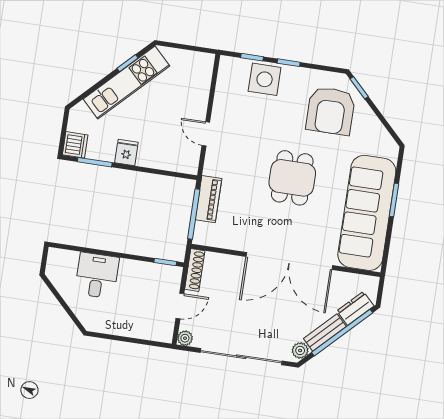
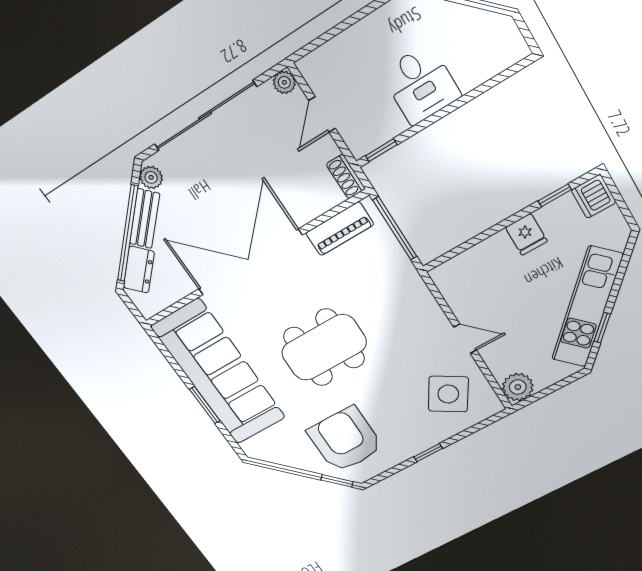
window: (252, 57) -> (471, 431), removed
plant: (203, 64) -> (518, 387), added
side table: (265, 79) -> (448, 394), moved, turned 32
door: (206, 134) -> (465, 339), moved
window: (95, 162) -> (555, 195), width x0.67
dining table: (292, 178) -> (324, 348), width x1.38
piano: (209, 199) -> (340, 229), moved, turned -90
shoe rack: (195, 270) -> (346, 176), width x0.70
desk: (97, 276) -> (421, 84), moved

